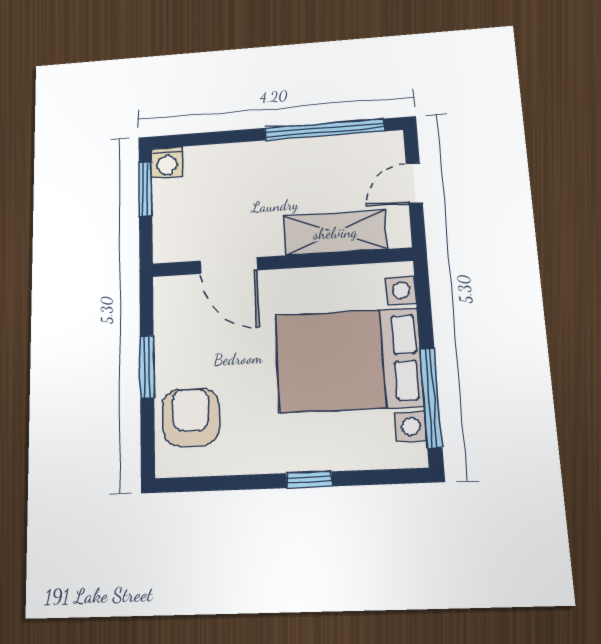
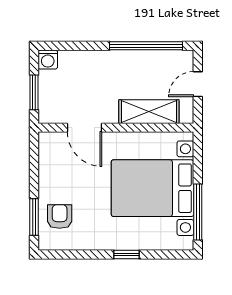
window: (145, 189) -> (34, 92), moved
window: (147, 367) -> (34, 217), moved
armchair: (191, 417) -> (60, 217), width x0.72, depth x0.72

